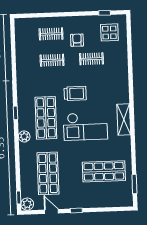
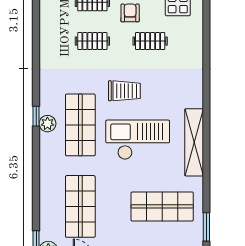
shelving: (124, 119) -> (194, 142), width x1.47
checkout: (85, 126) -> (138, 140), turned 180
plant: (24, 137) -> (47, 124), moved

